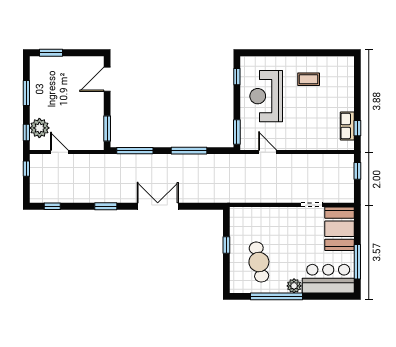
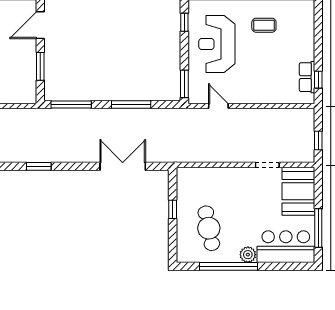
window: (107, 129) -> (40, 66), moved
window: (357, 171) -> (318, 141), moved
double door: (158, 206) -> (123, 166), moved

